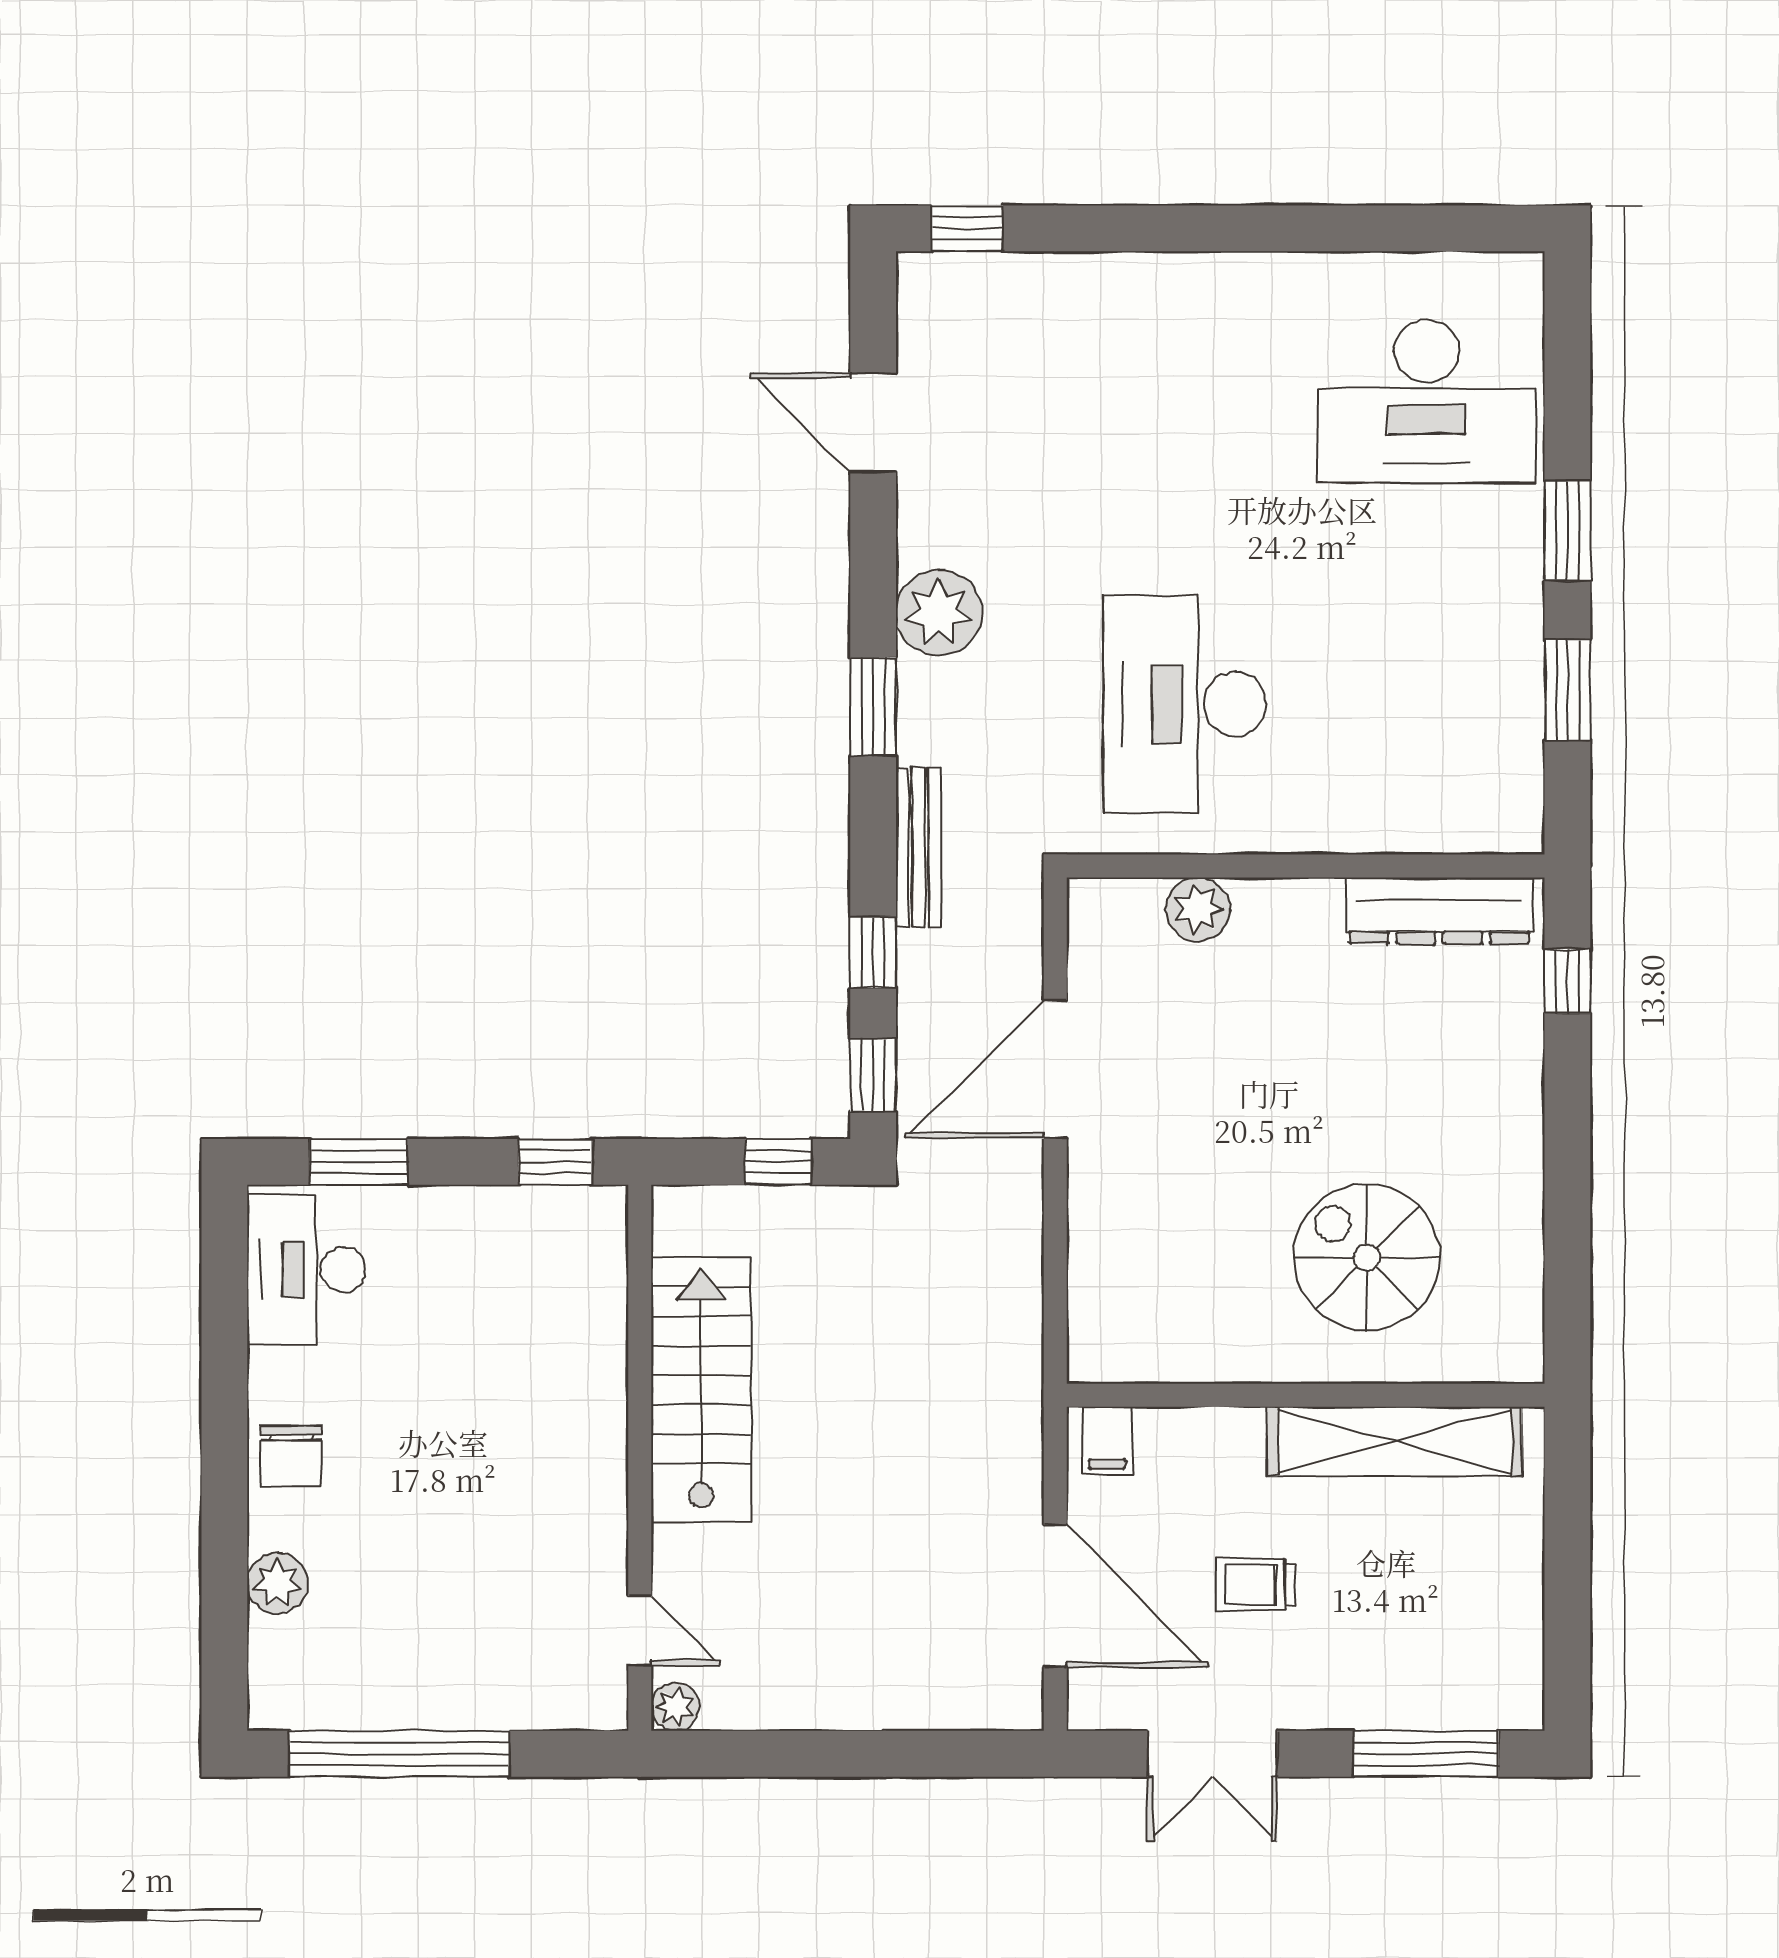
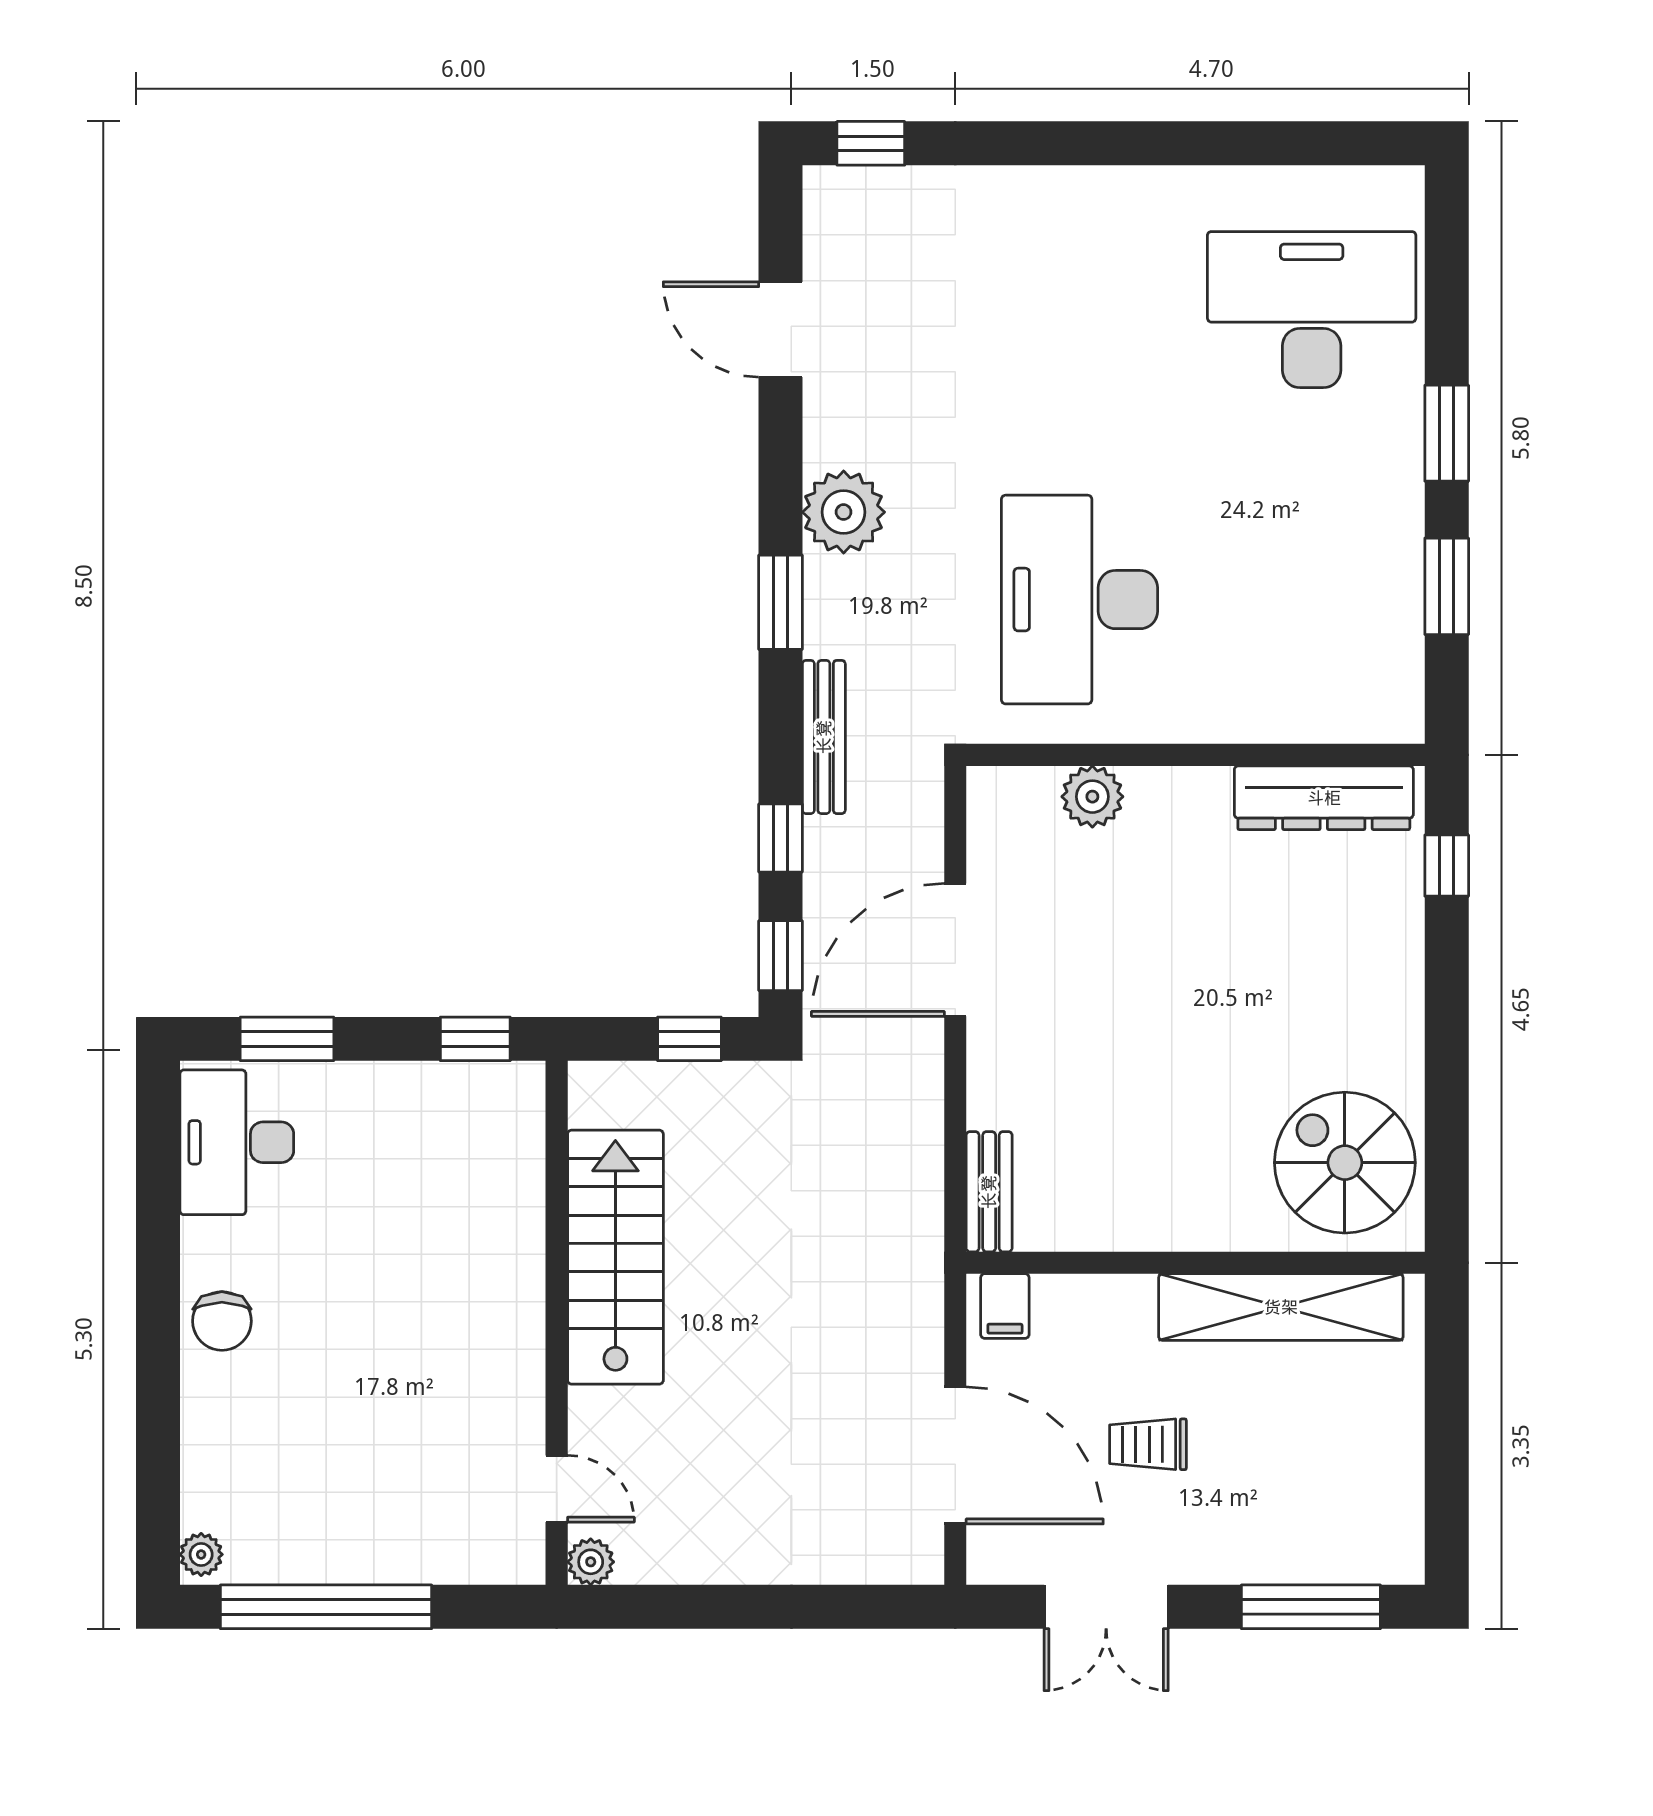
desk: (1427, 402) -> (1312, 310), turned 180
spiral stairs: (1367, 1258) -> (1345, 1163), moved
bench: (1091, 1321) -> (989, 1192), added
plant: (278, 1583) -> (201, 1554), moved, width x0.73, depth x0.73

